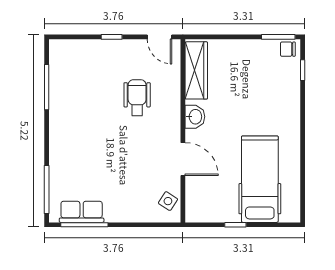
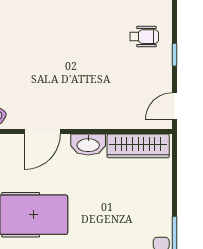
wheelchair: (137, 98) -> (144, 37), moved, width x0.73, depth x0.73
washbasin: (195, 117) -> (88, 145), width x1.38

